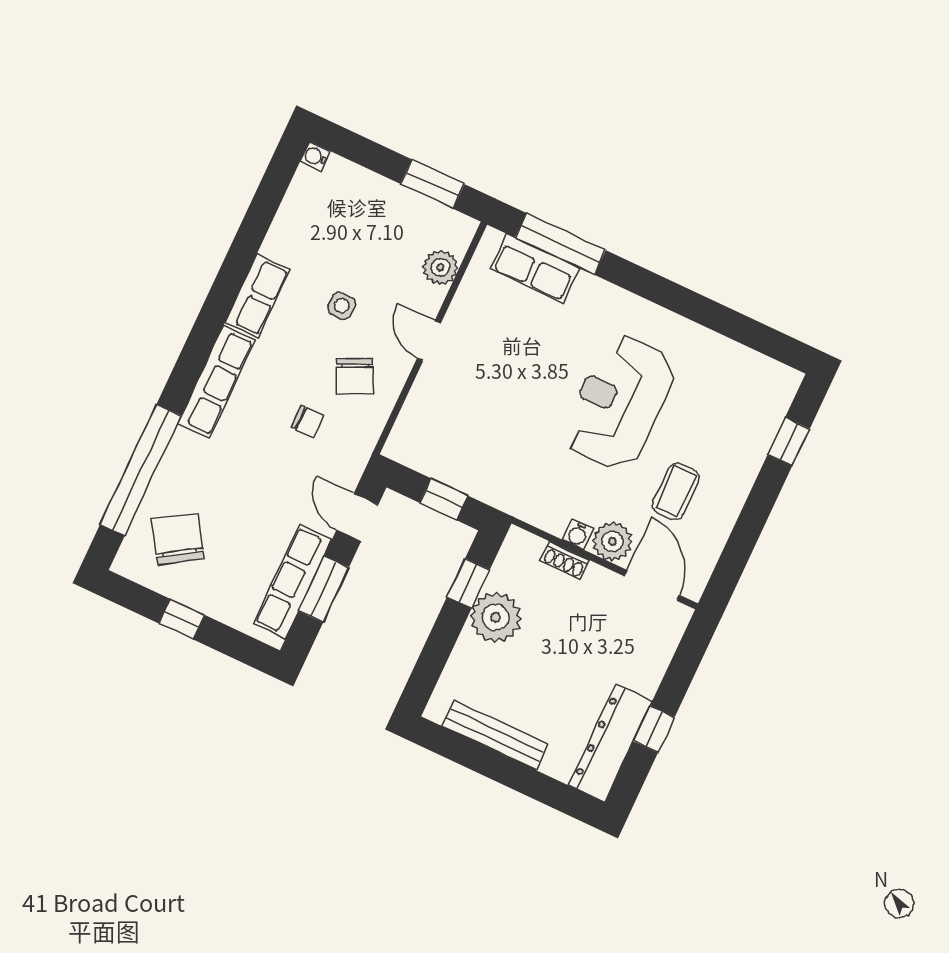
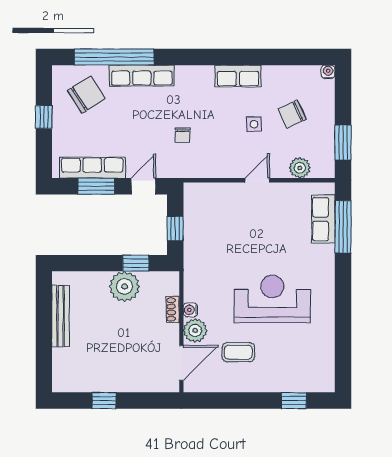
chair: (355, 377) -> (292, 114), moved
row of seats: (216, 382) -> (142, 76), moved
dresser: (610, 743) -> (86, 380), removed

